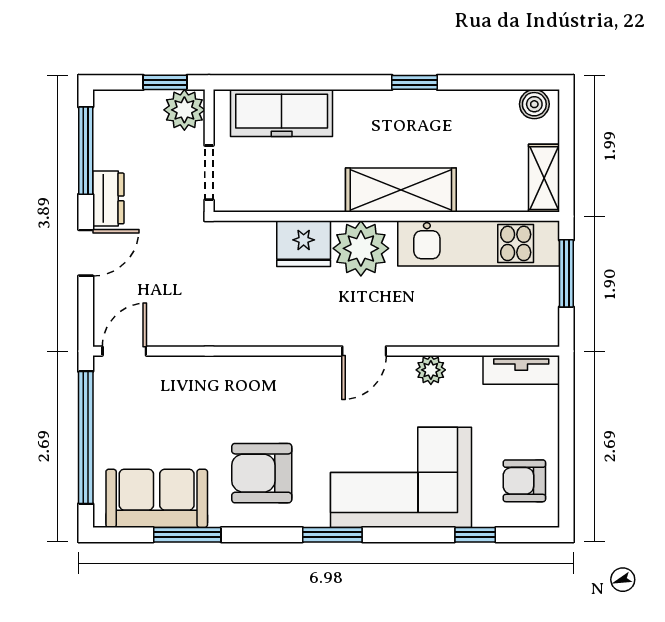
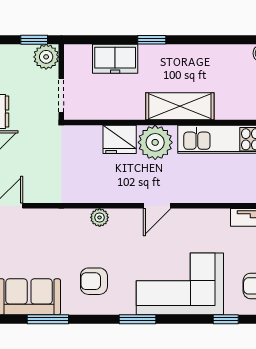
window: (415, 82) -> (152, 40), moved
freezer: (282, 113) -> (115, 59), width x0.71
plant: (431, 370) -> (100, 217), moved
armchair: (262, 473) -> (94, 281), width x0.72, depth x0.72

